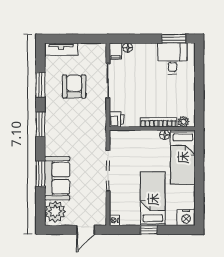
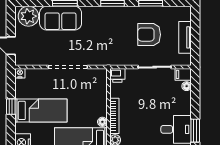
tv unit: (61, 49) -> (185, 37), moved
armchair: (74, 86) -> (149, 35), turned 180

